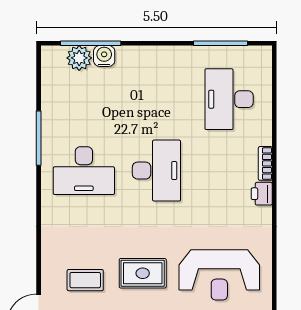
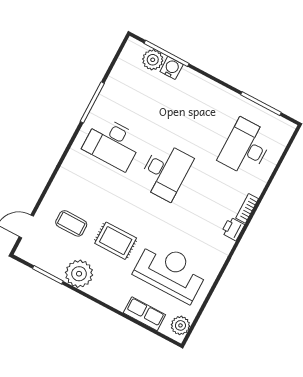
reception desk: (219, 275) -> (171, 271), turned 180

